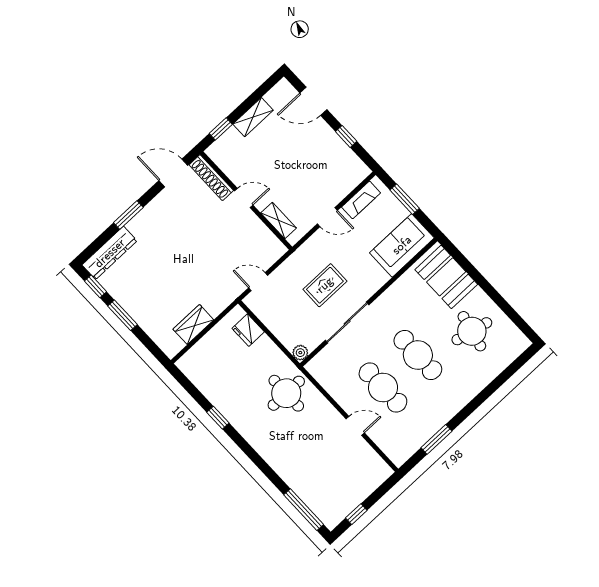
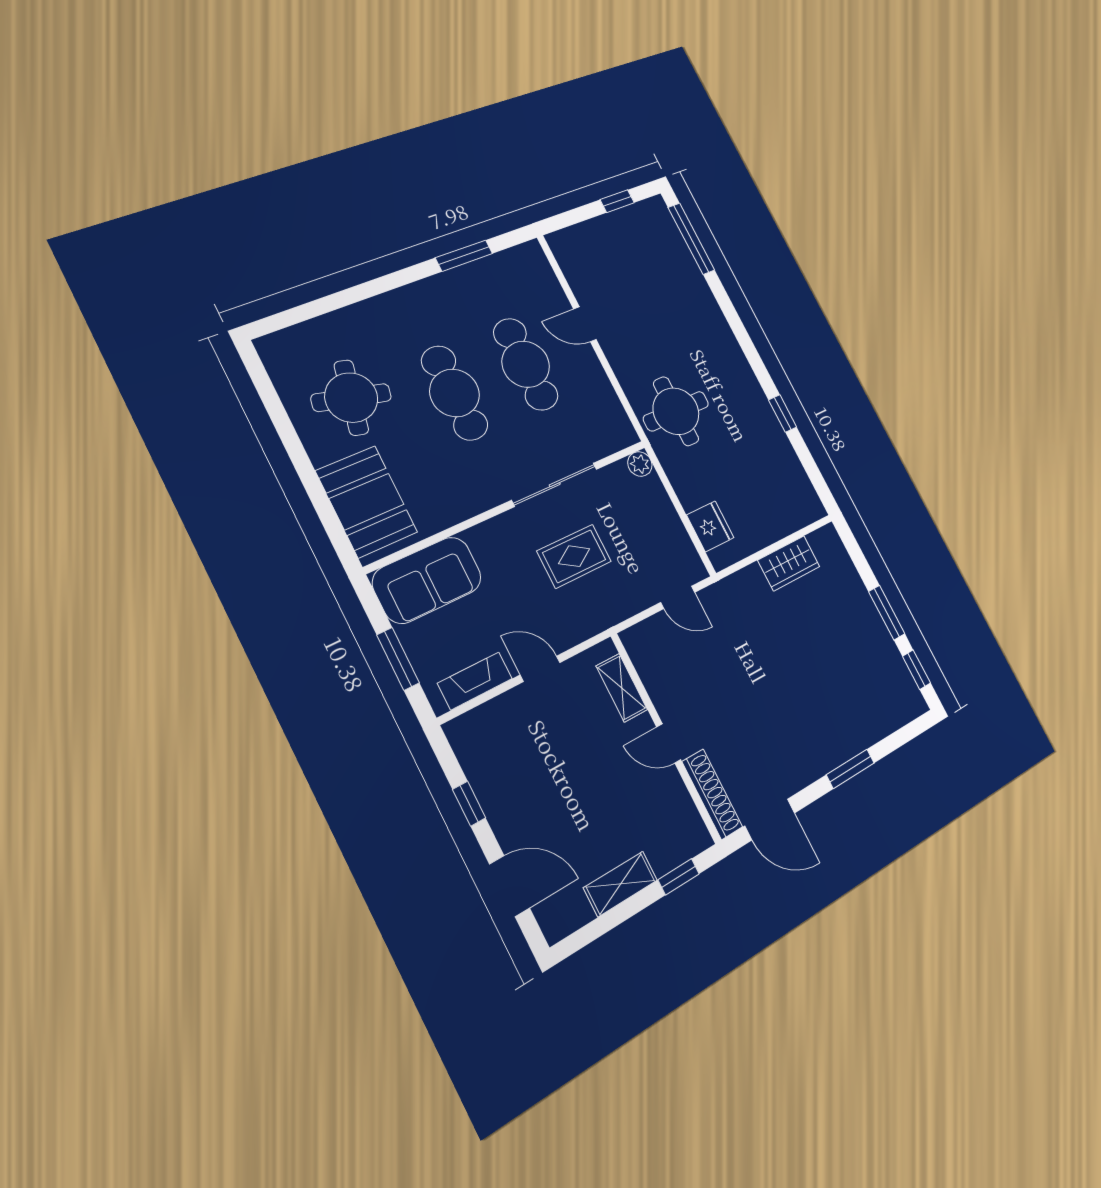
dresser: (110, 253) -> (888, 716), removed

